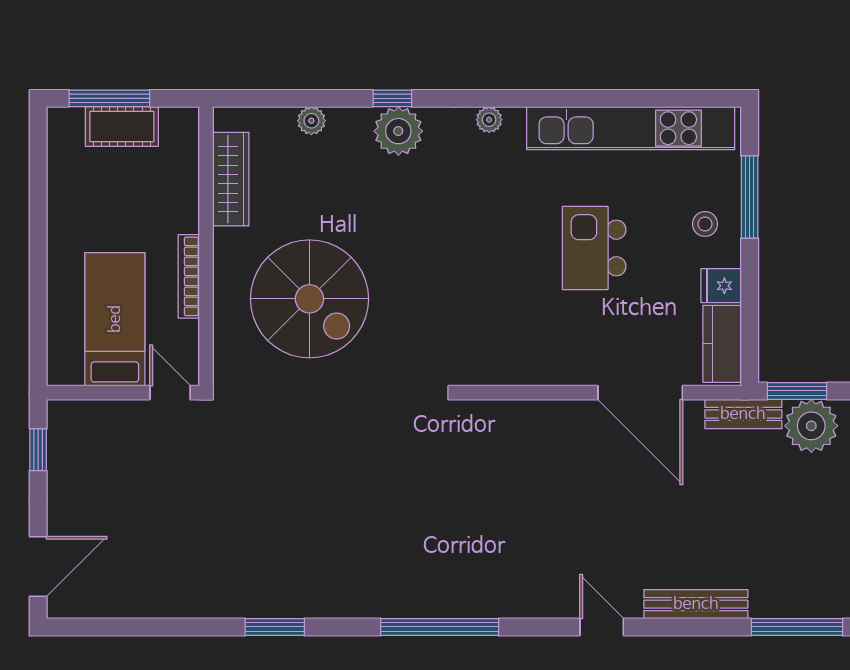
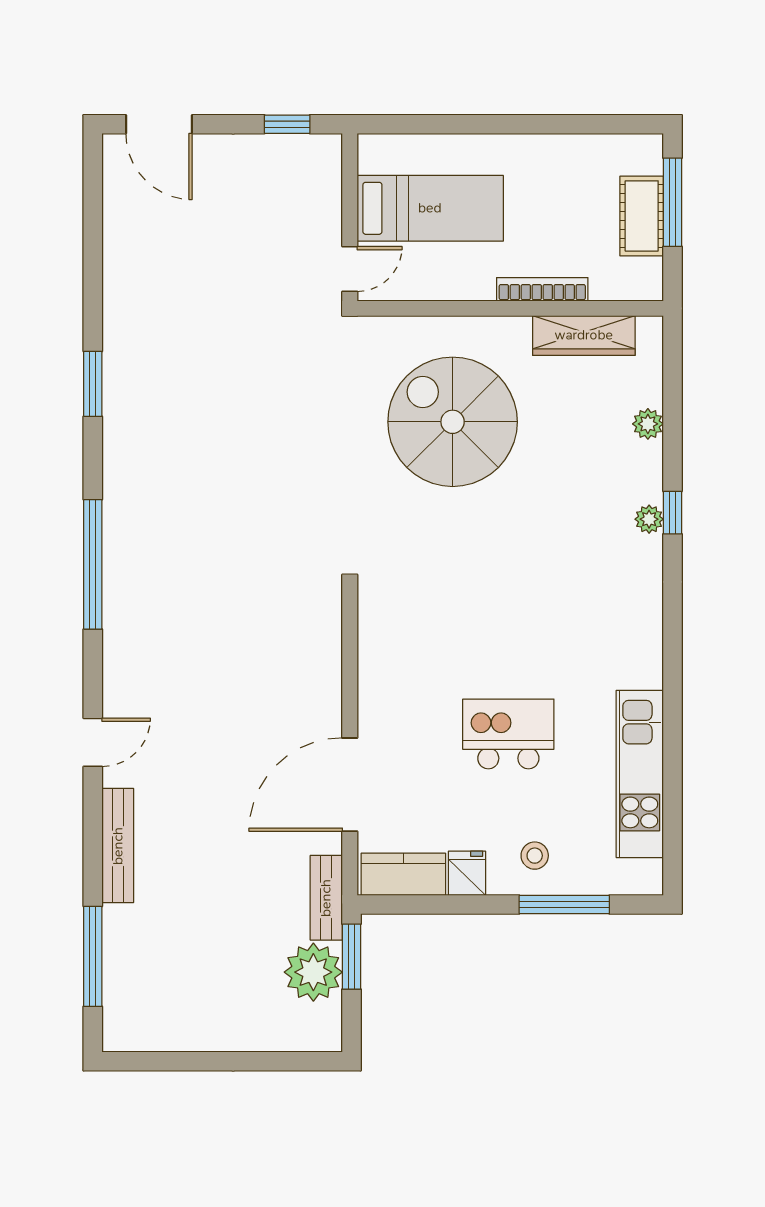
plant: (489, 120) -> (649, 619), removed
kitchen unit: (631, 128) -> (640, 774), width x0.73
plant: (398, 131) -> (649, 519), width x0.53, depth x0.53
bookcase: (189, 276) -> (542, 289), moved
spiral stairs: (309, 299) -> (453, 422), turned 90

